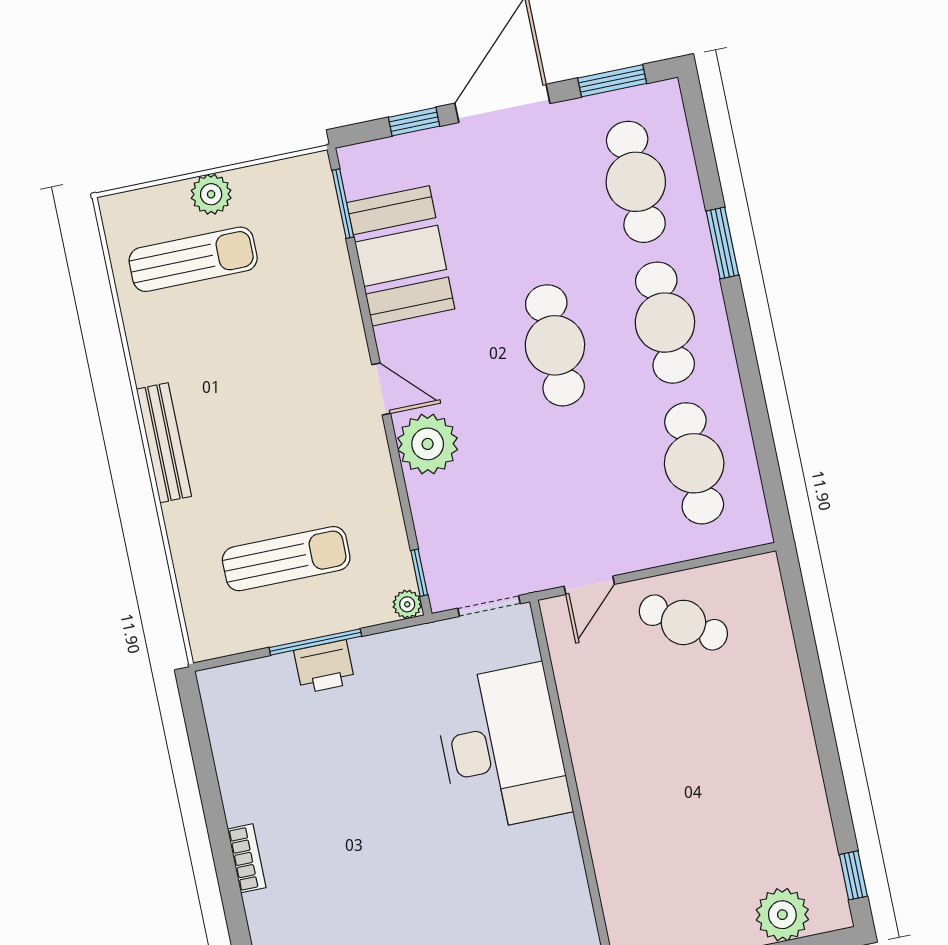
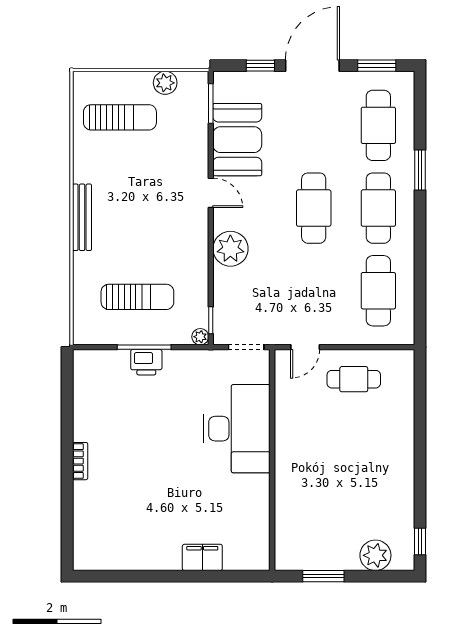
plant: (211, 194) -> (165, 83), moved
door: (381, 389) -> (211, 193), moved
cafe table: (683, 622) -> (354, 379), turned -34

